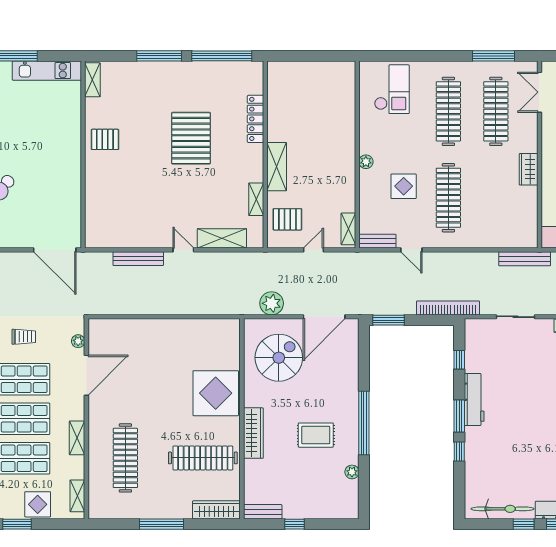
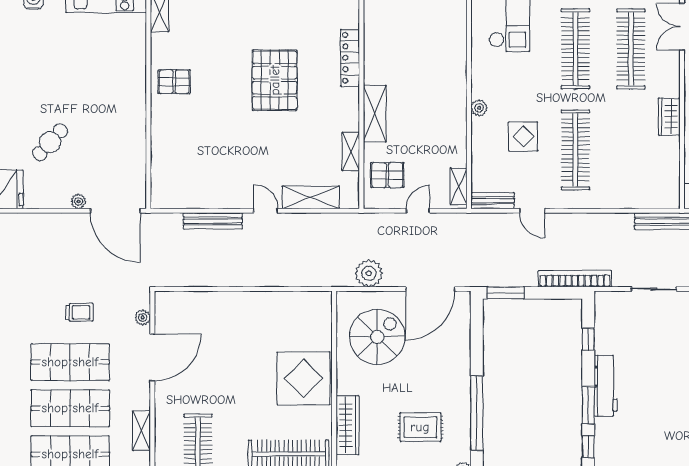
plant: (23, 242) -> (79, 201), added

